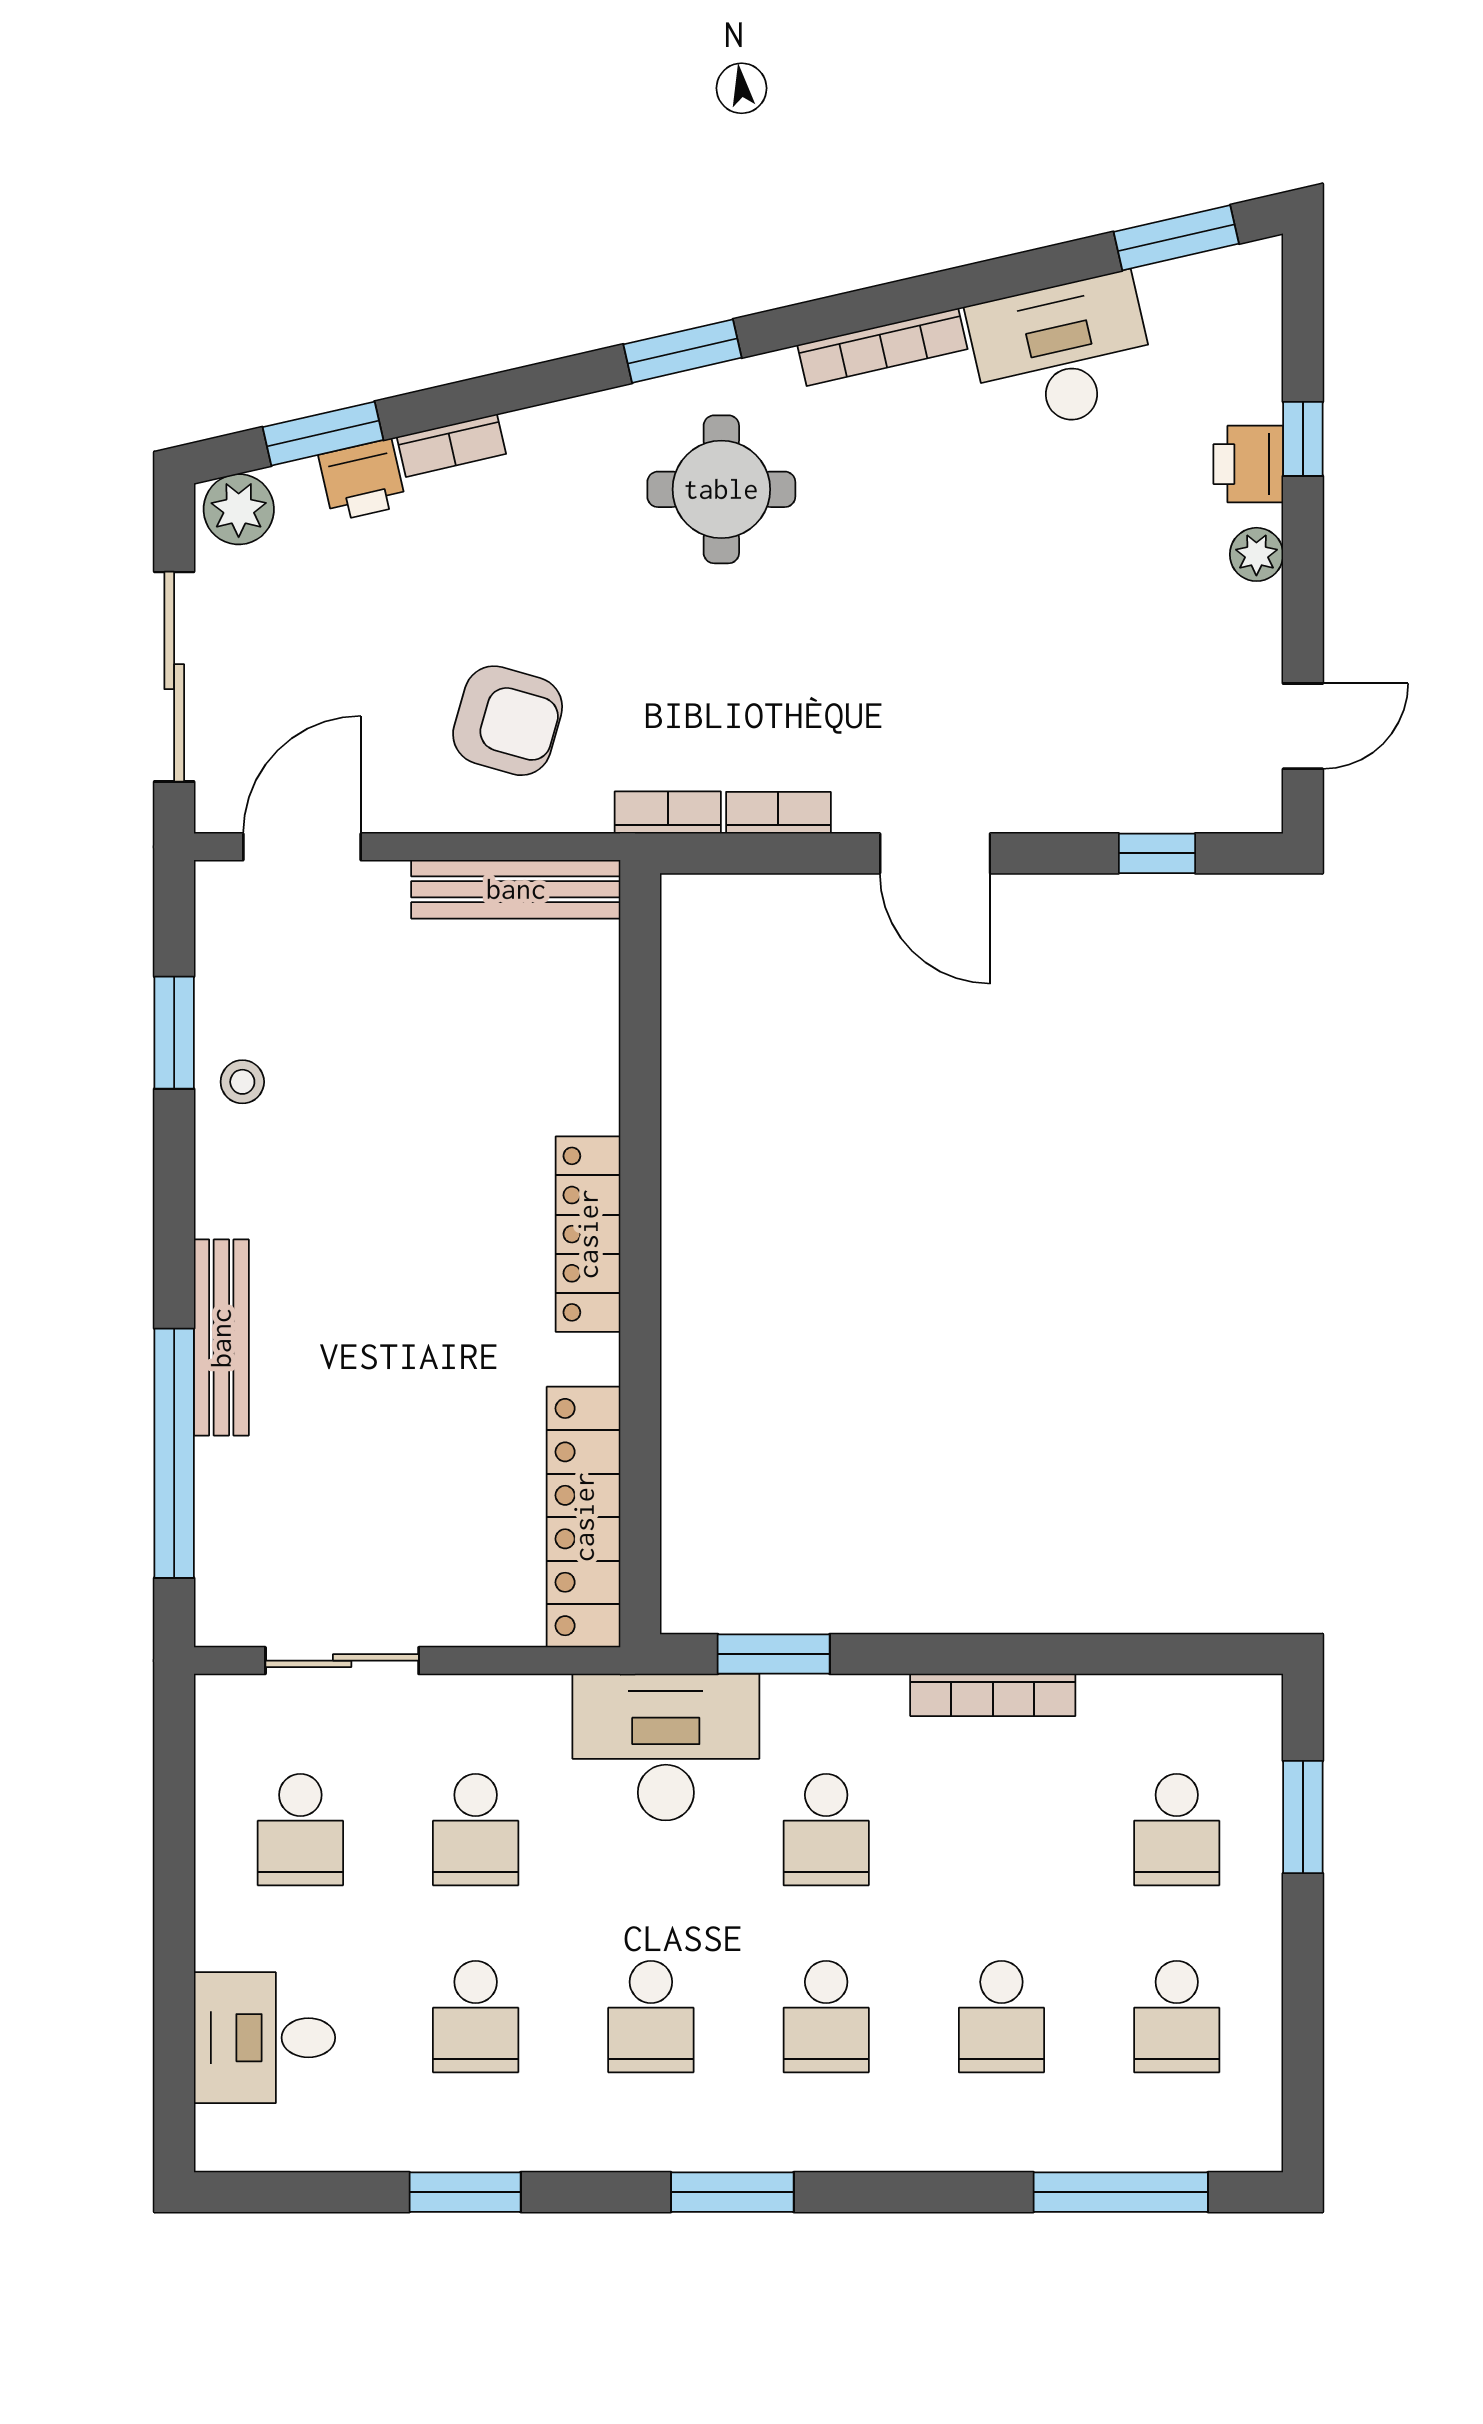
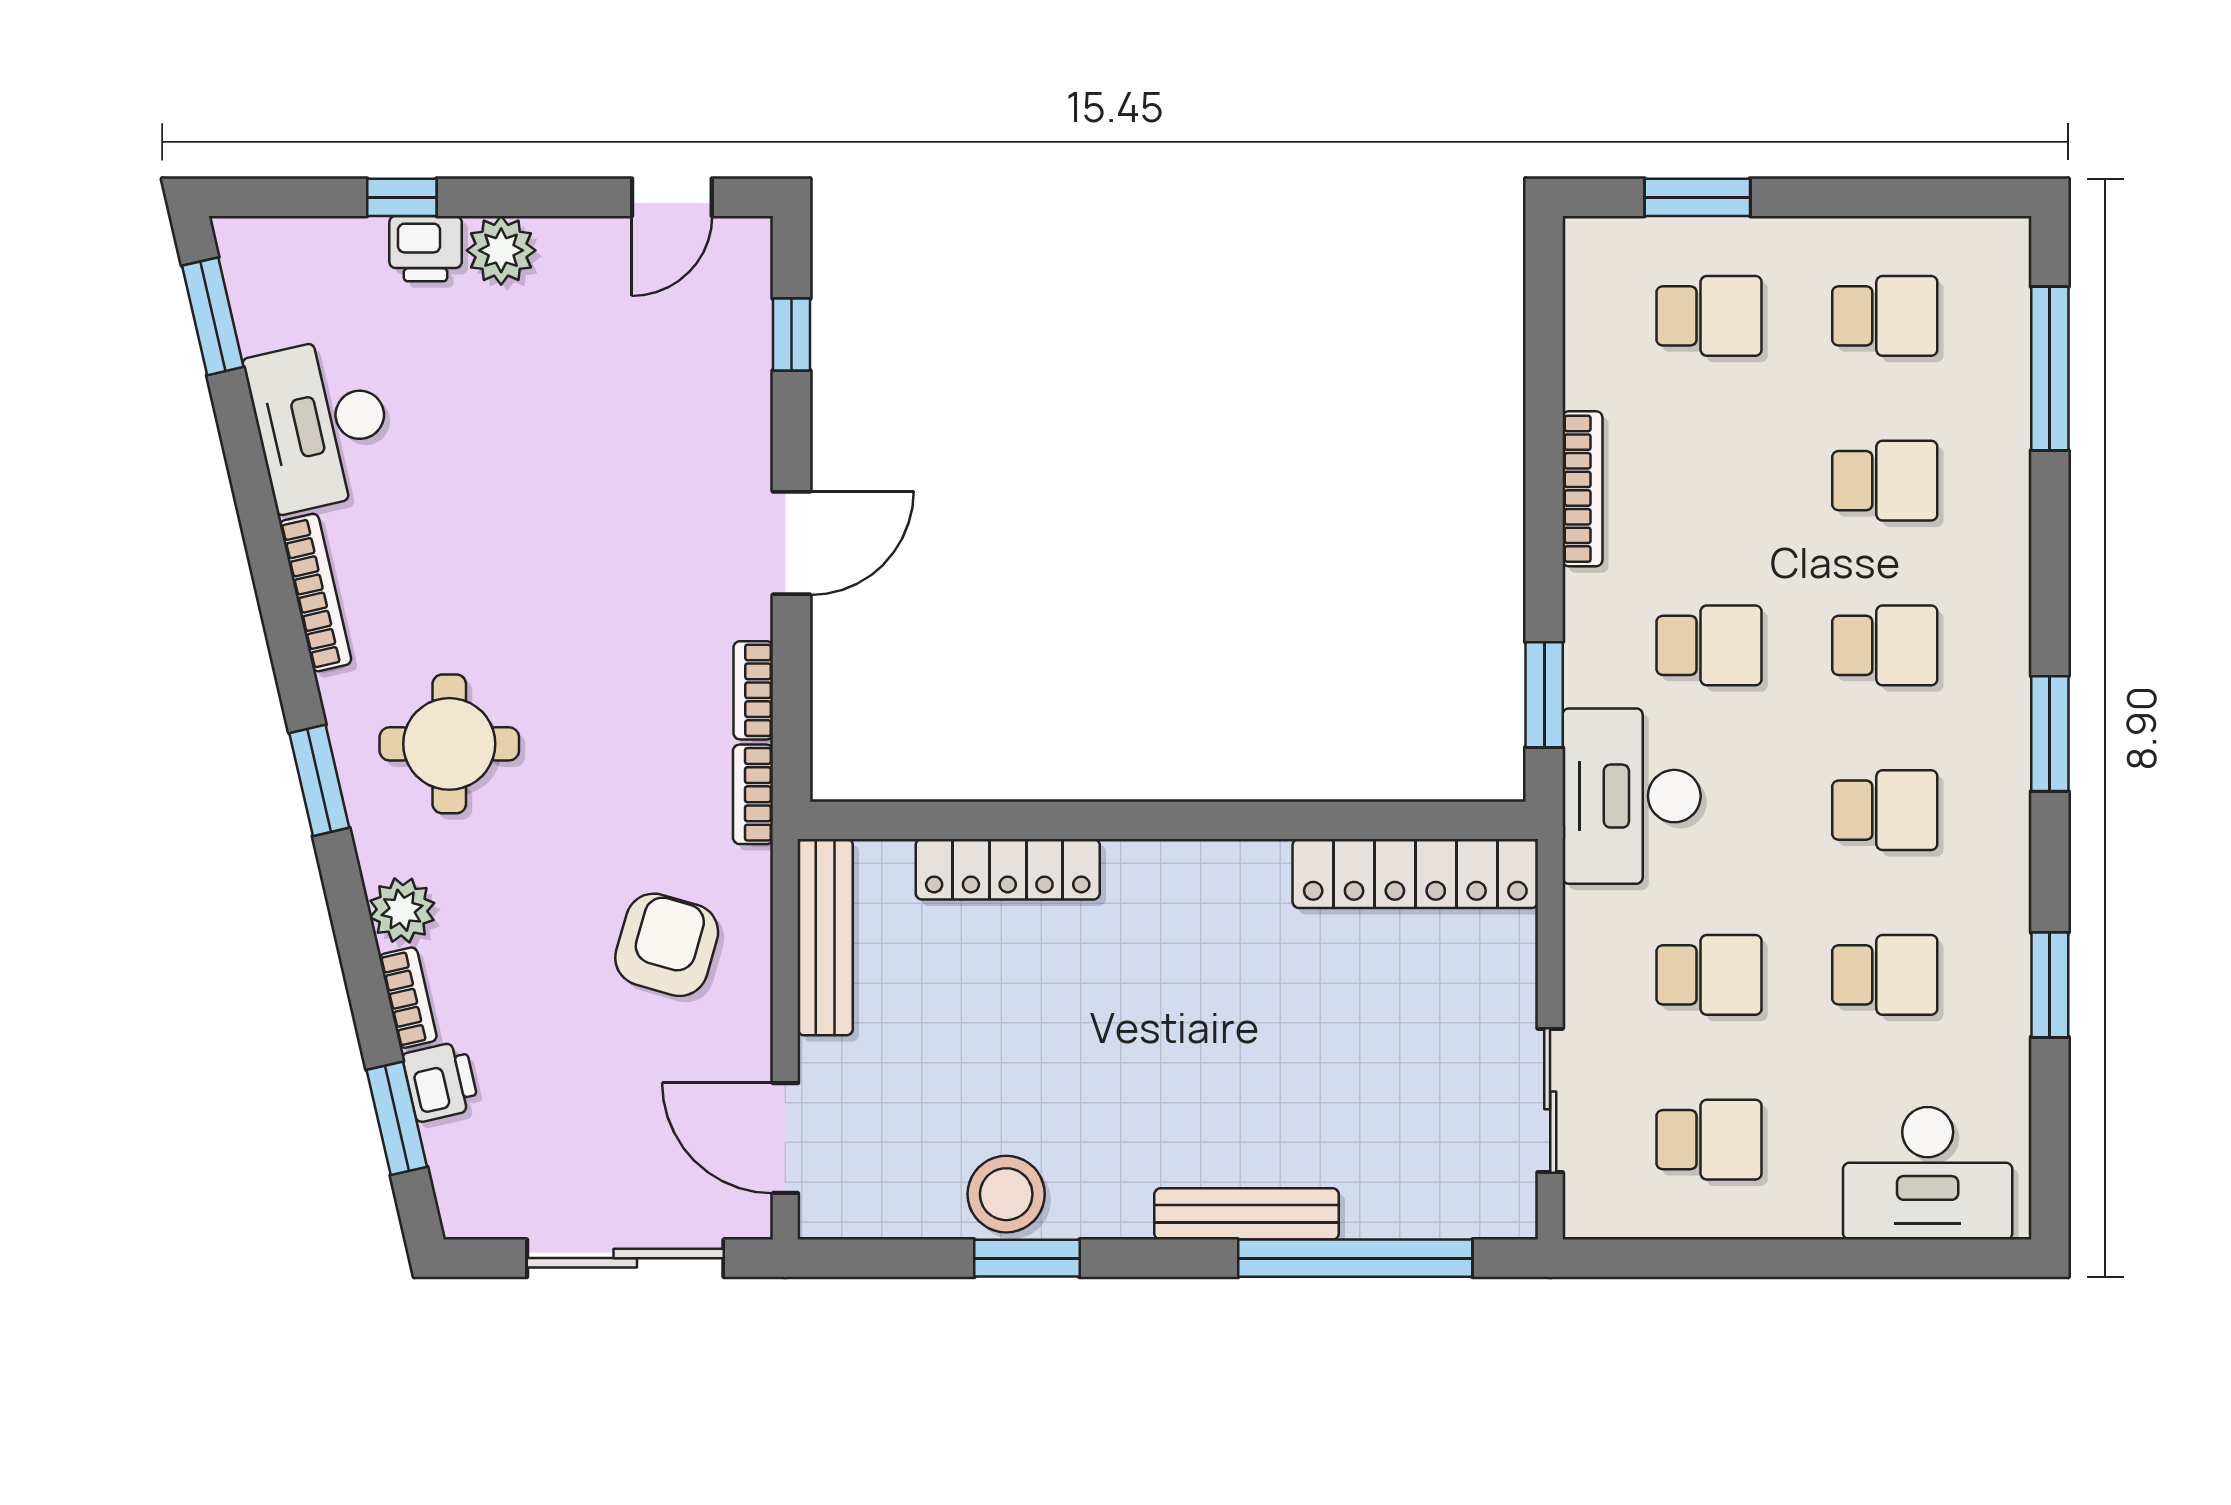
plant: (239, 509) -> (402, 910), moved
plant: (1256, 554) -> (501, 250), width x1.38, depth x1.38
door: (1303, 726) -> (672, 197), swing flipped
window: (174, 1033) -> (1027, 1258), moved
stool: (242, 1082) -> (1006, 1194), width x1.89, depth x1.89
locker: (588, 1234) -> (1008, 869), moved
desk: (265, 2038) -> (1928, 1173), width x1.37

